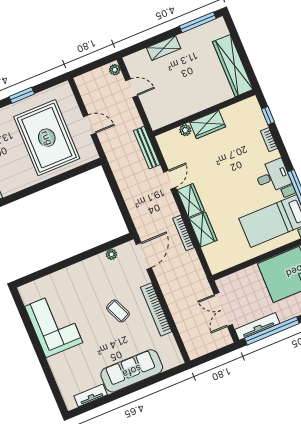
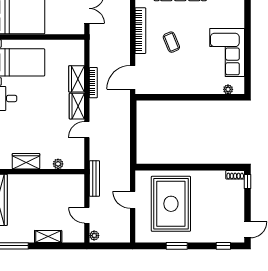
wardrobe: (208, 124) -> (26, 161), moved
bench: (147, 148) -> (94, 178), moved
plant: (111, 254) -> (228, 89), moved

